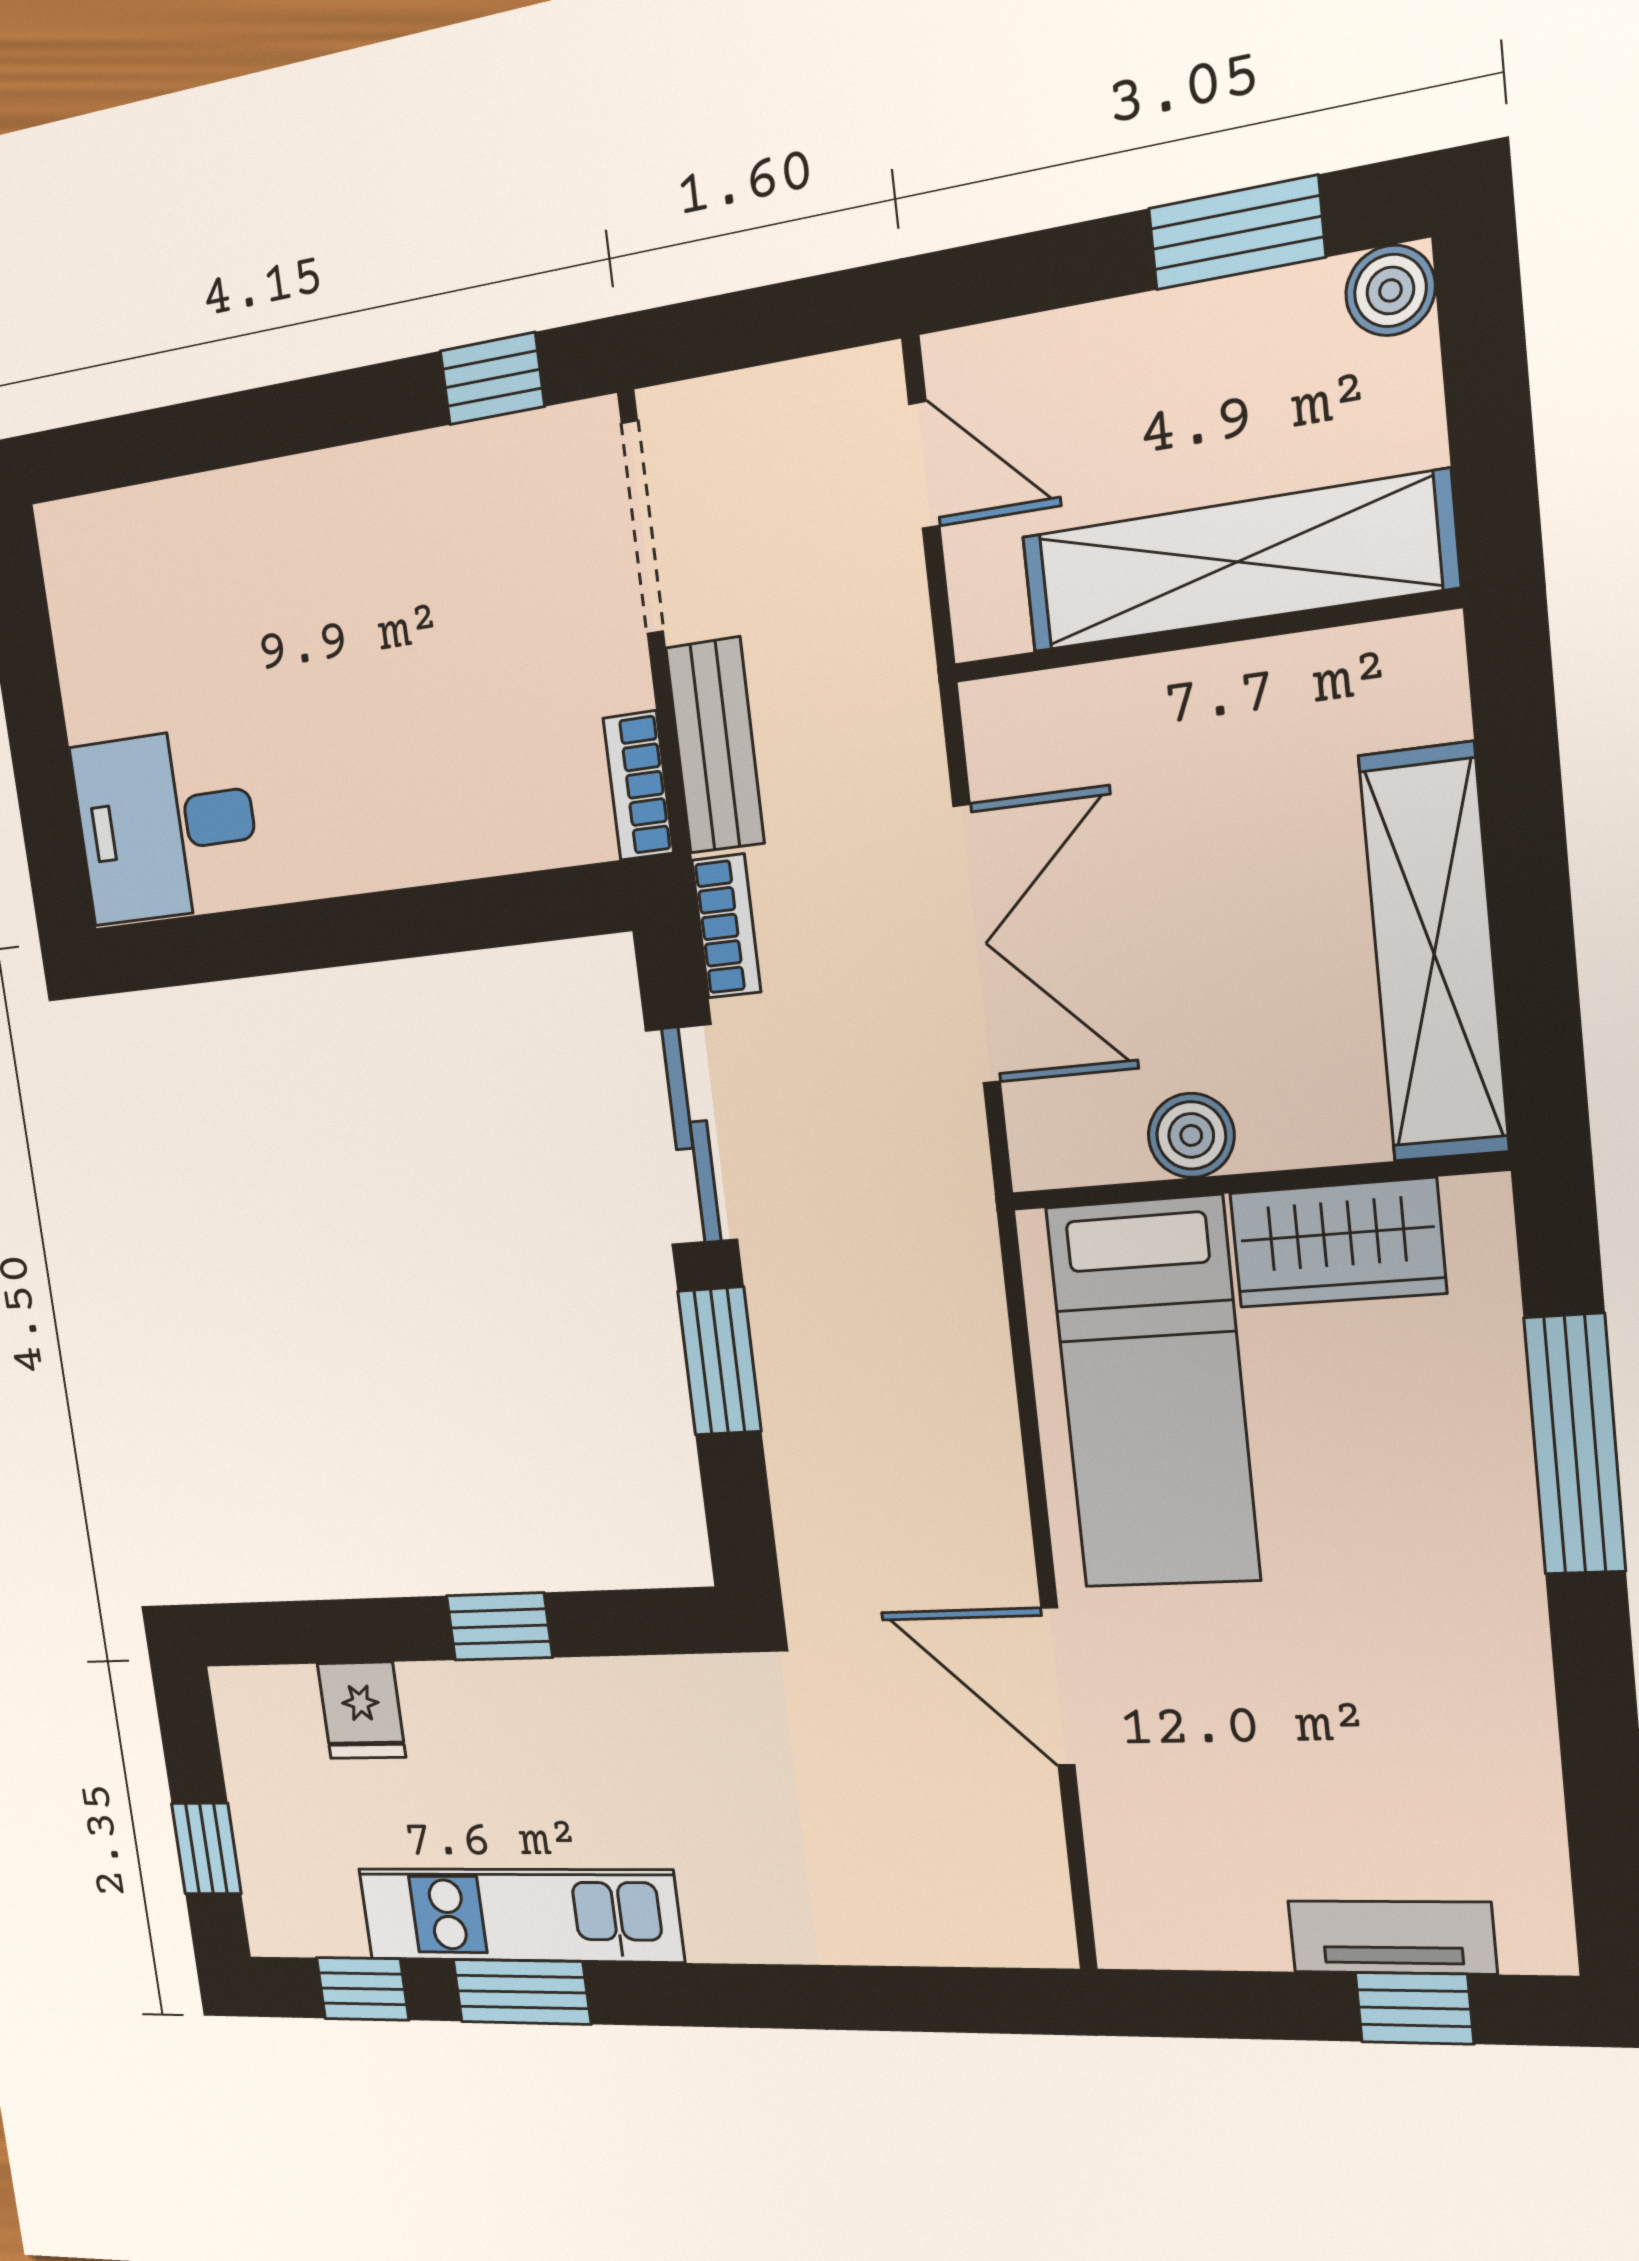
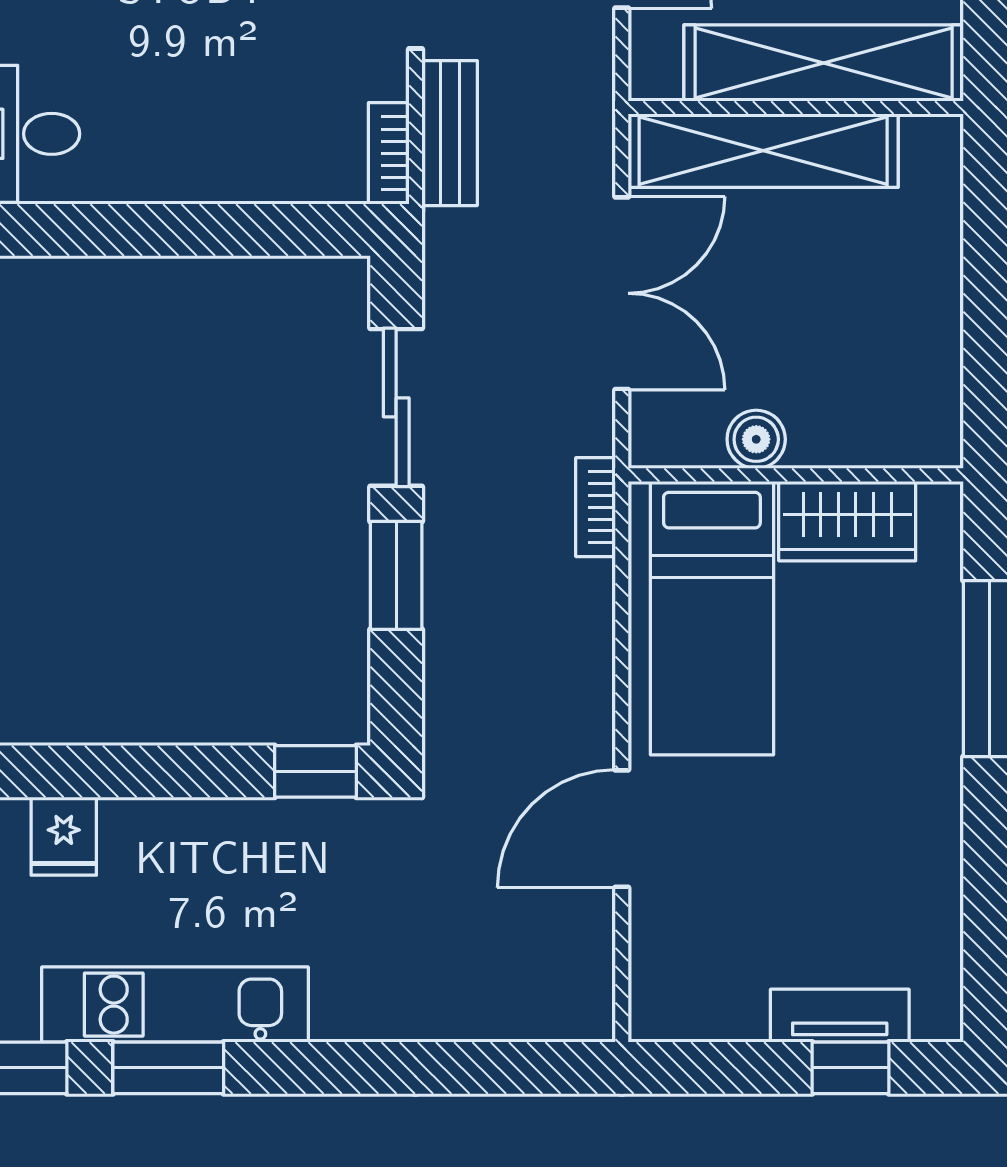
bookcase: (726, 926) -> (596, 507), moved, turned 180
shelving: (1434, 954) -> (763, 151), moved, turned 90
window: (499, 1626) -> (315, 771), moved
door: (1058, 1687) -> (622, 829), hinge flipped

